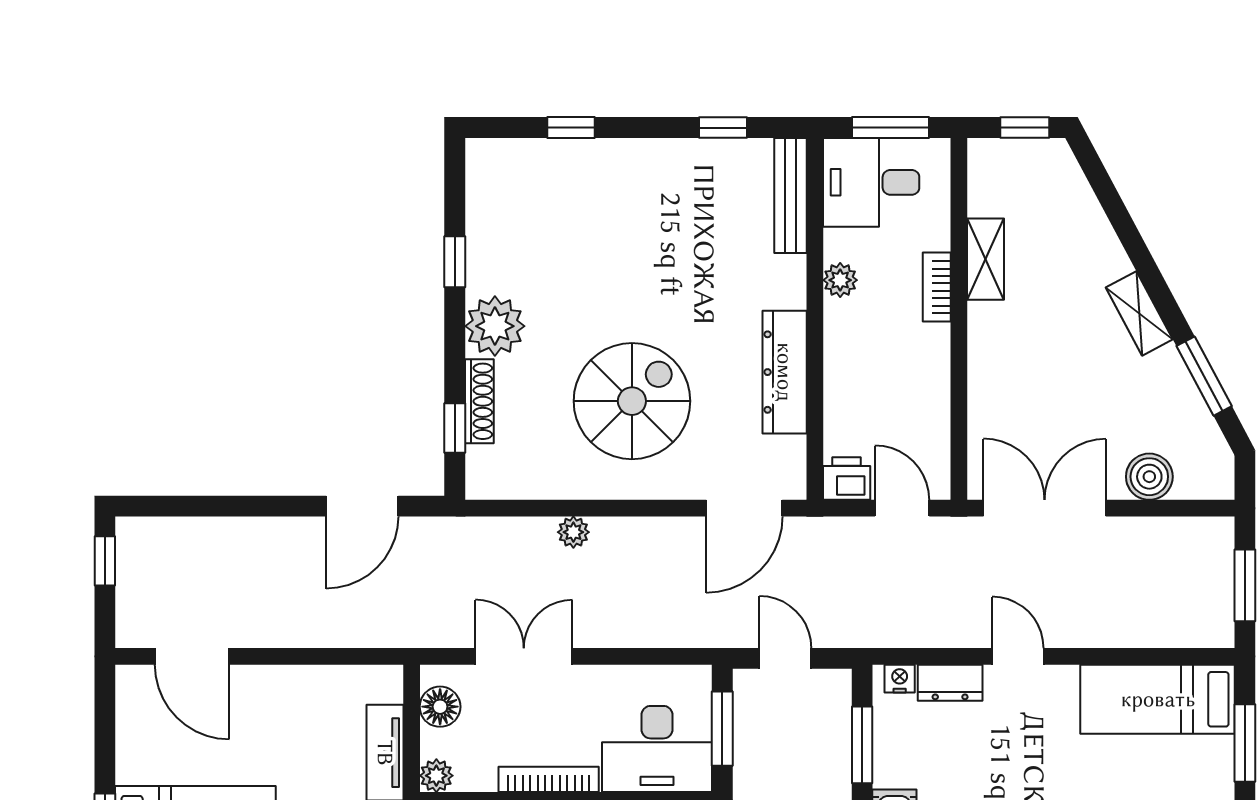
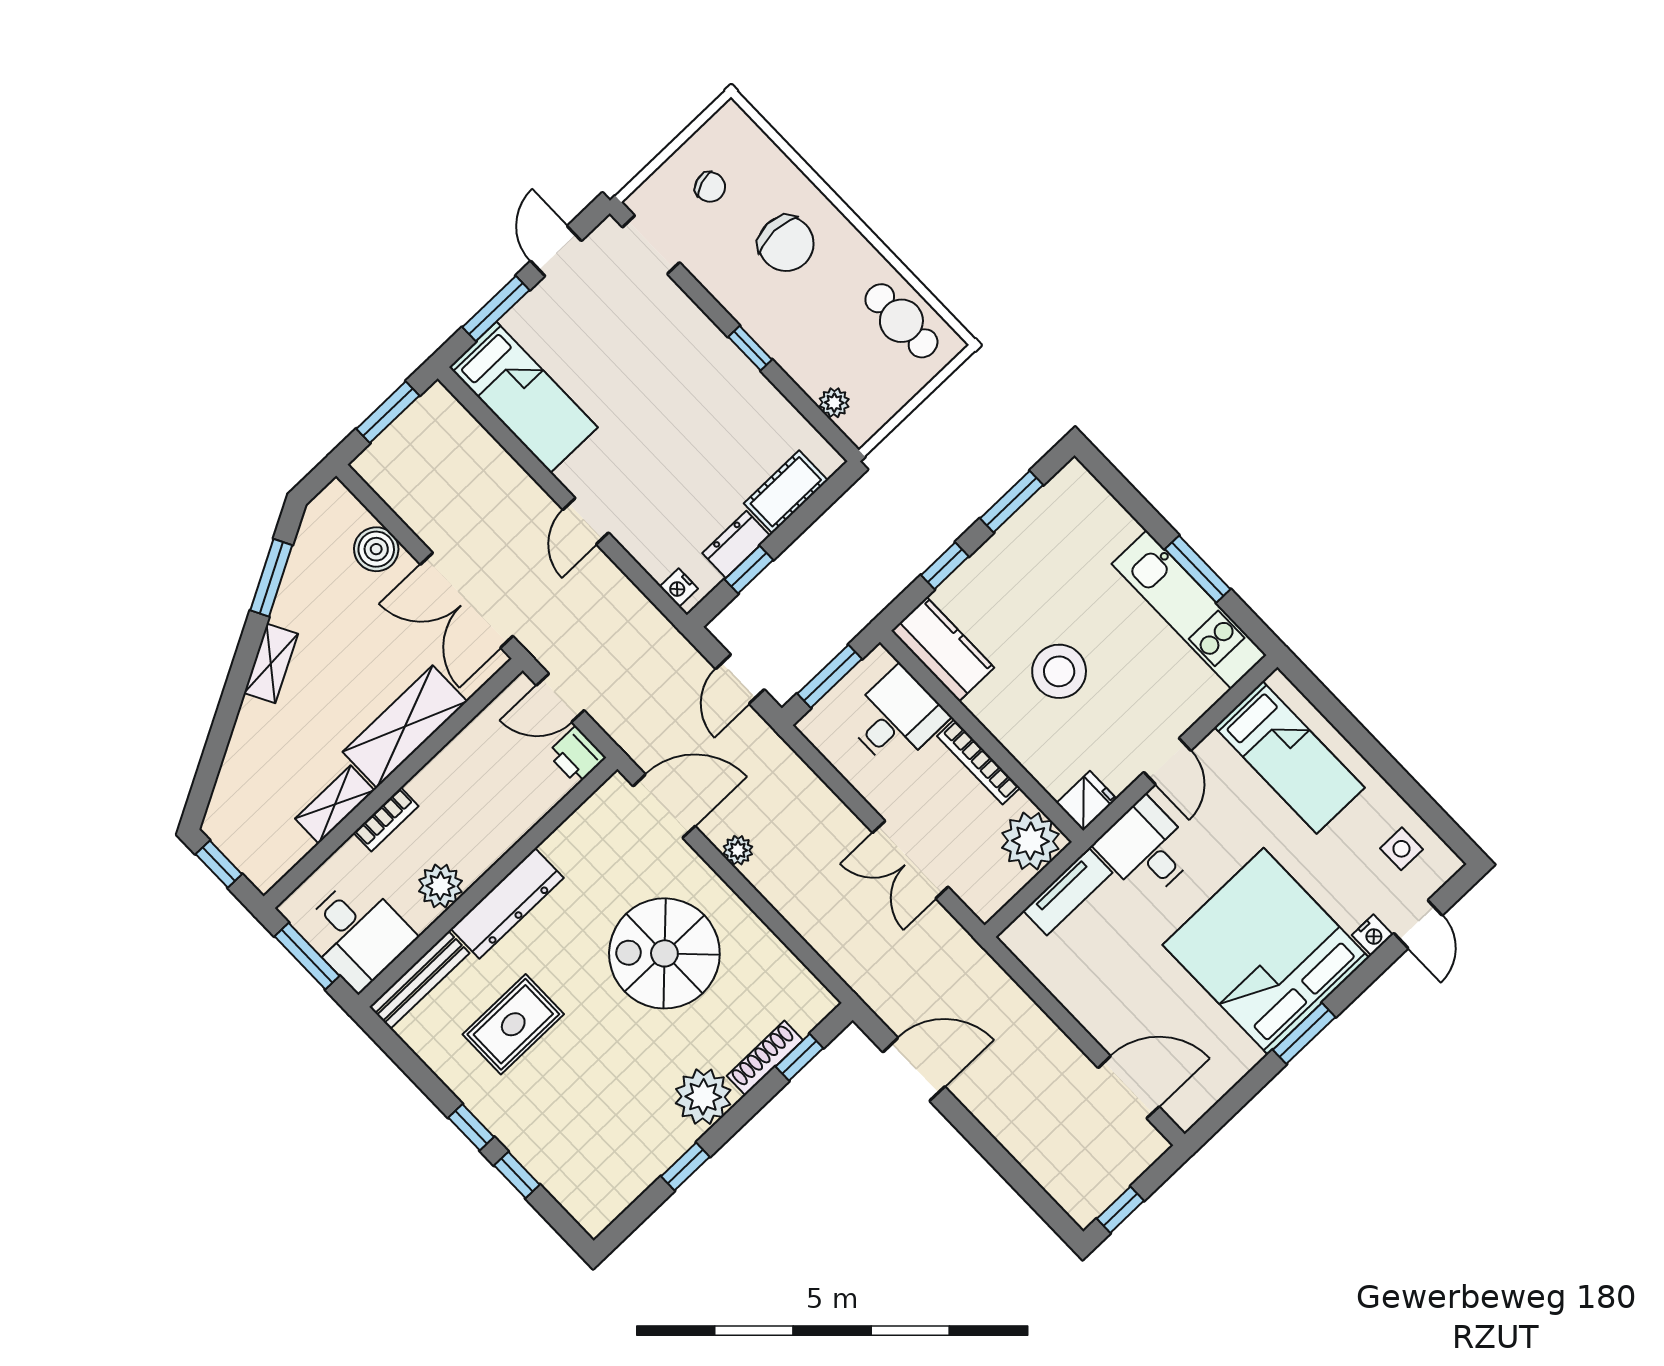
window: (723, 128) -> (471, 1127), moved
rug: (688, 235) -> (513, 1024), added
plant: (840, 280) -> (440, 886), width x1.38, depth x1.38
shelving: (994, 369) -> (405, 727), added
dresser: (785, 372) -> (507, 903), moved
door: (902, 508) -> (560, 698), hinge flipped
plant: (573, 532) -> (738, 850), moved
door: (192, 656) -> (1129, 1087), hinge flipped
dresser: (950, 683) -> (736, 544), moved, turned -90
floor lamp: (440, 707) -> (1000, 884), removed
window: (862, 745) -> (749, 570), width x0.67
desk: (657, 749) -> (896, 718), width x0.73
plant: (436, 776) -> (1030, 841), width x1.88, depth x1.88

